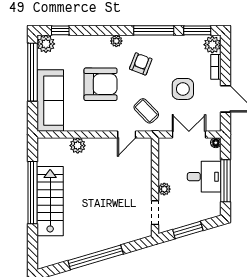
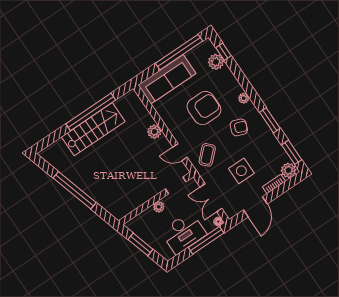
window: (154, 30) -> (270, 120), width x0.69
plant: (46, 44) -> (216, 62), moved
armchair: (101, 84) -> (204, 108), turned -90
double door: (189, 135) -> (211, 198), swing flipped
plant: (78, 146) -> (154, 132), moved
desk: (204, 177) -> (183, 233), width x1.37
window: (225, 181) -> (206, 240), moved
doorway: (155, 213) -> (176, 185), moved

